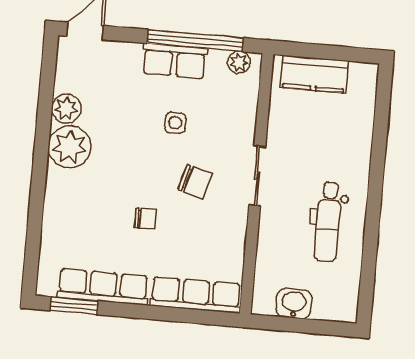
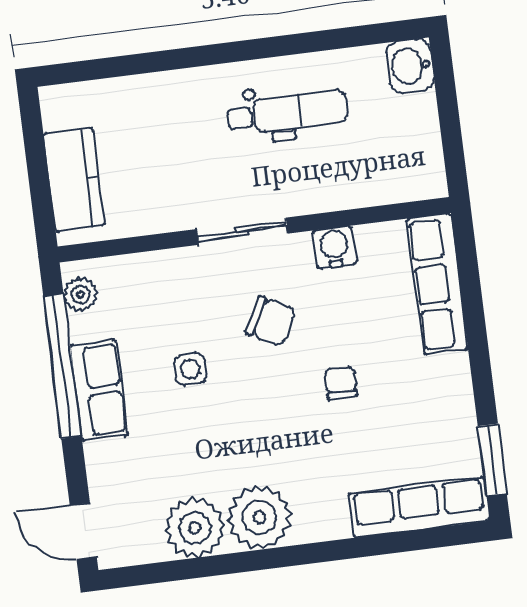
plant: (66, 108) -> (195, 528), width x1.36, depth x1.36
chair: (195, 182) -> (271, 321), turned 102
water cooler: (234, 233) -> (334, 247), added
row of seats: (103, 287) -> (419, 507), moved, turned 90
washbasin: (294, 304) -> (410, 66), moved

